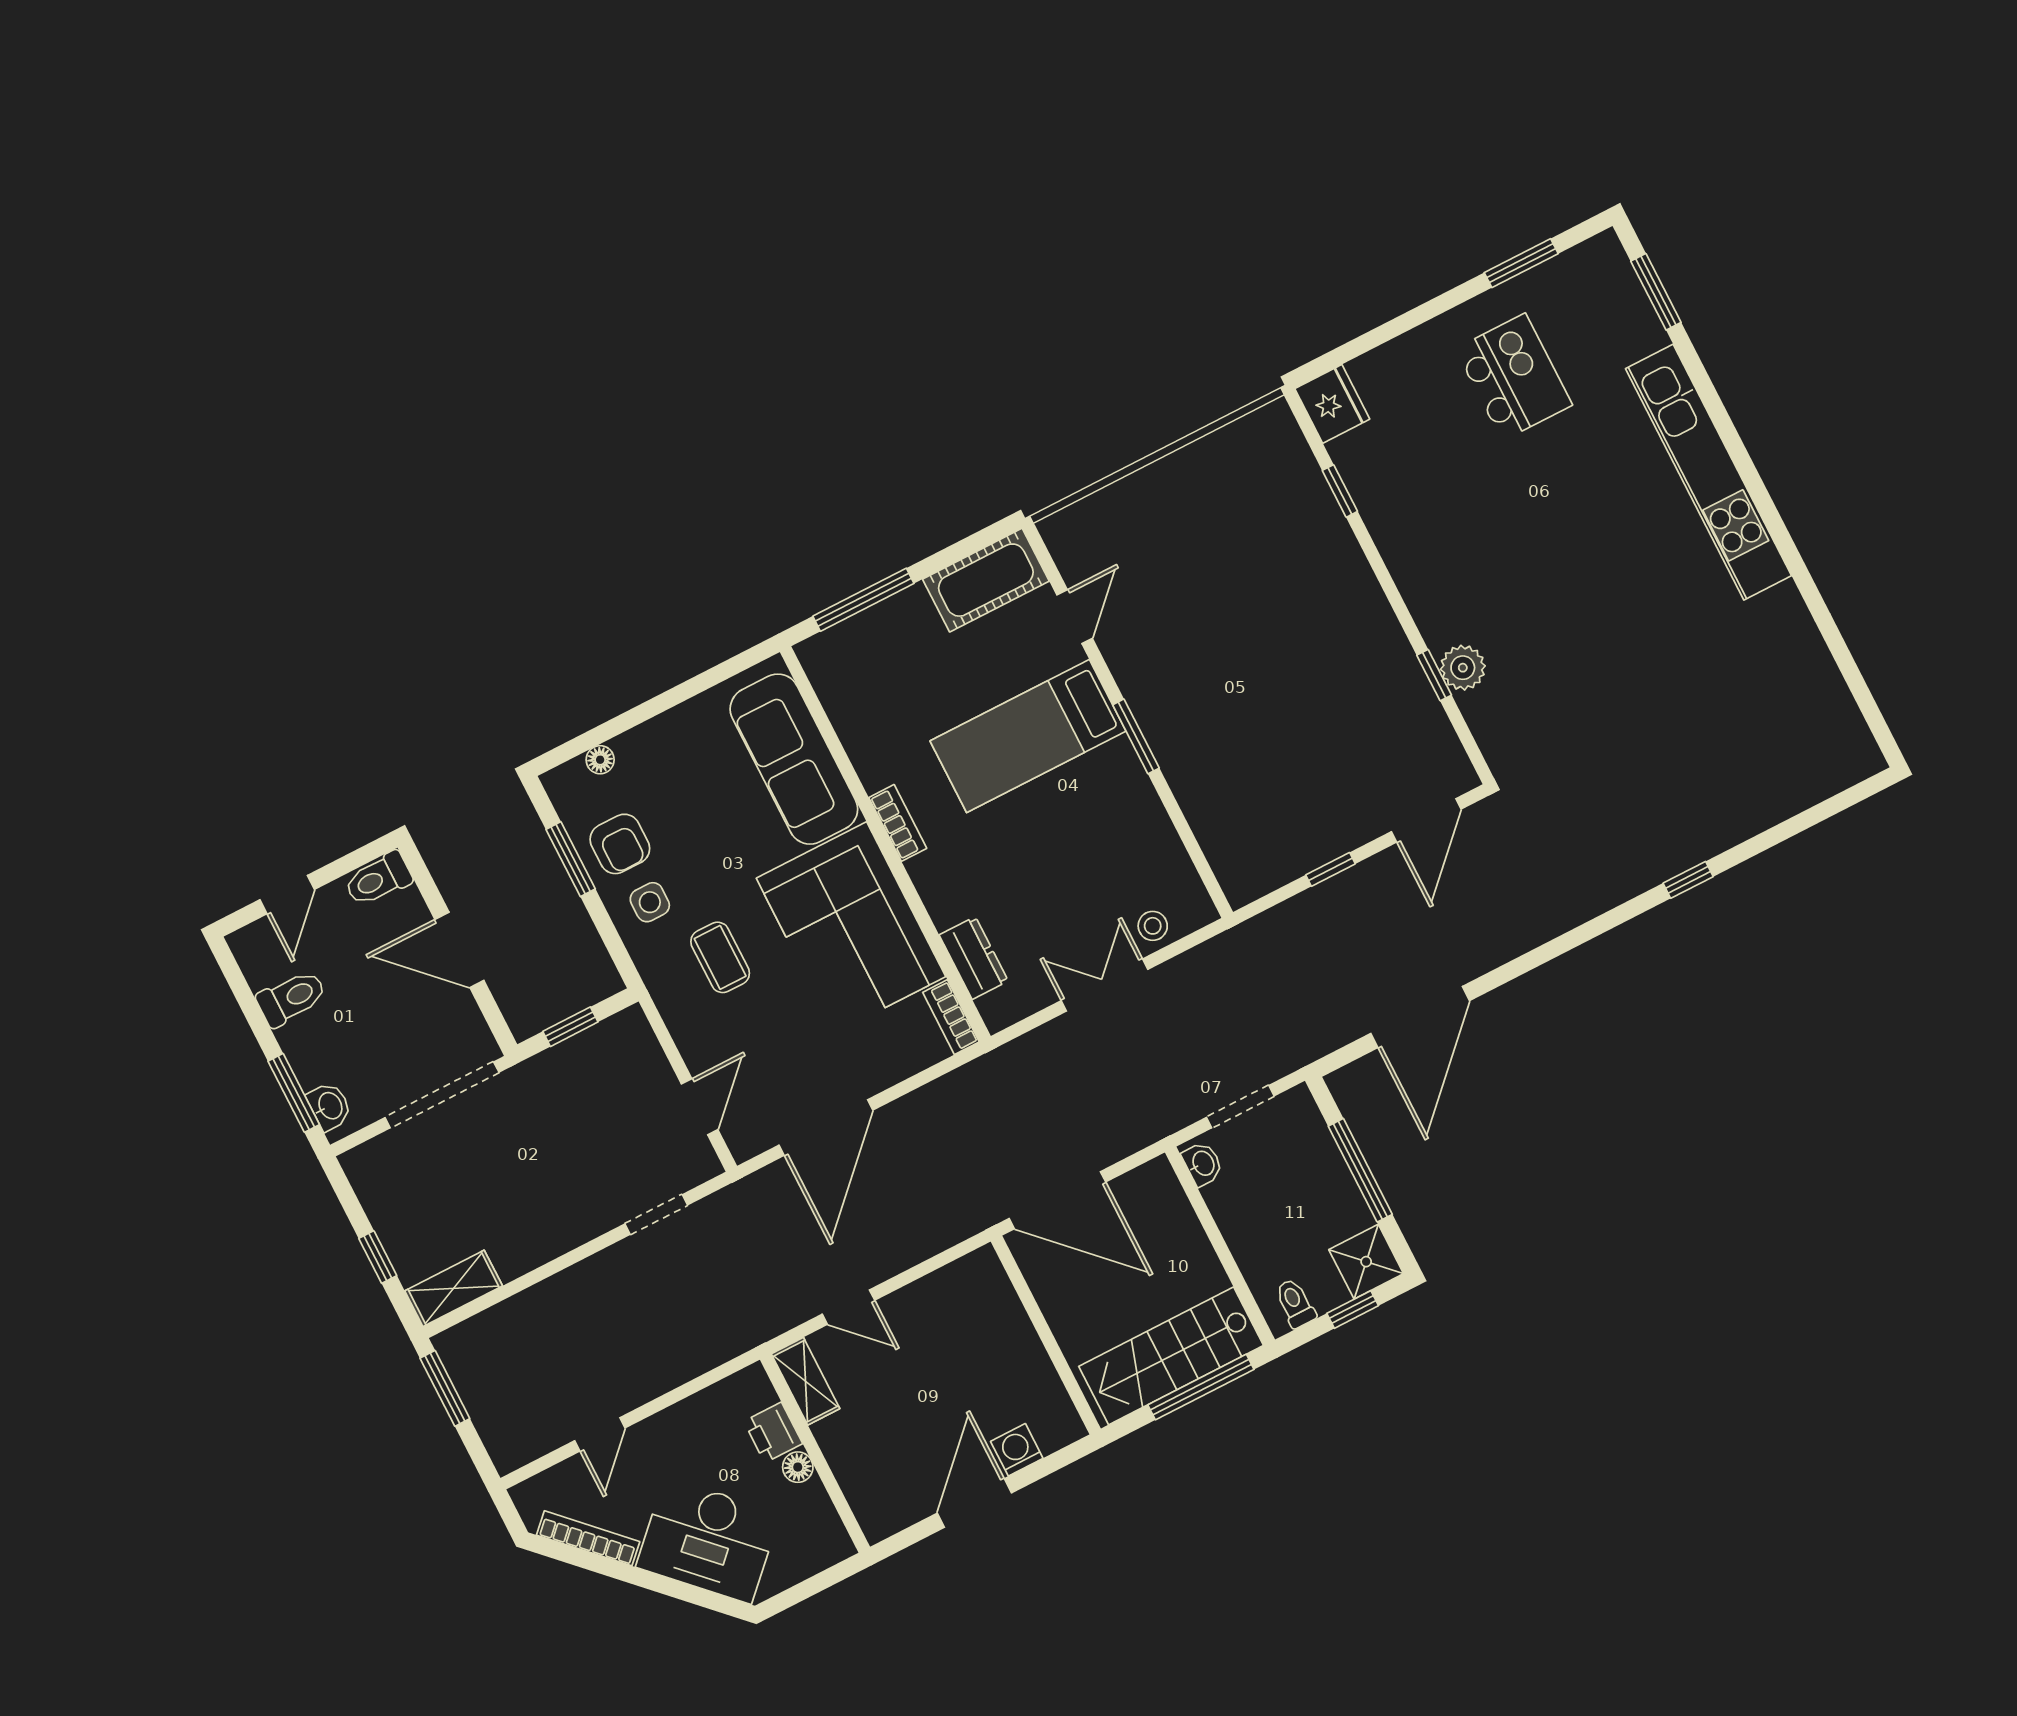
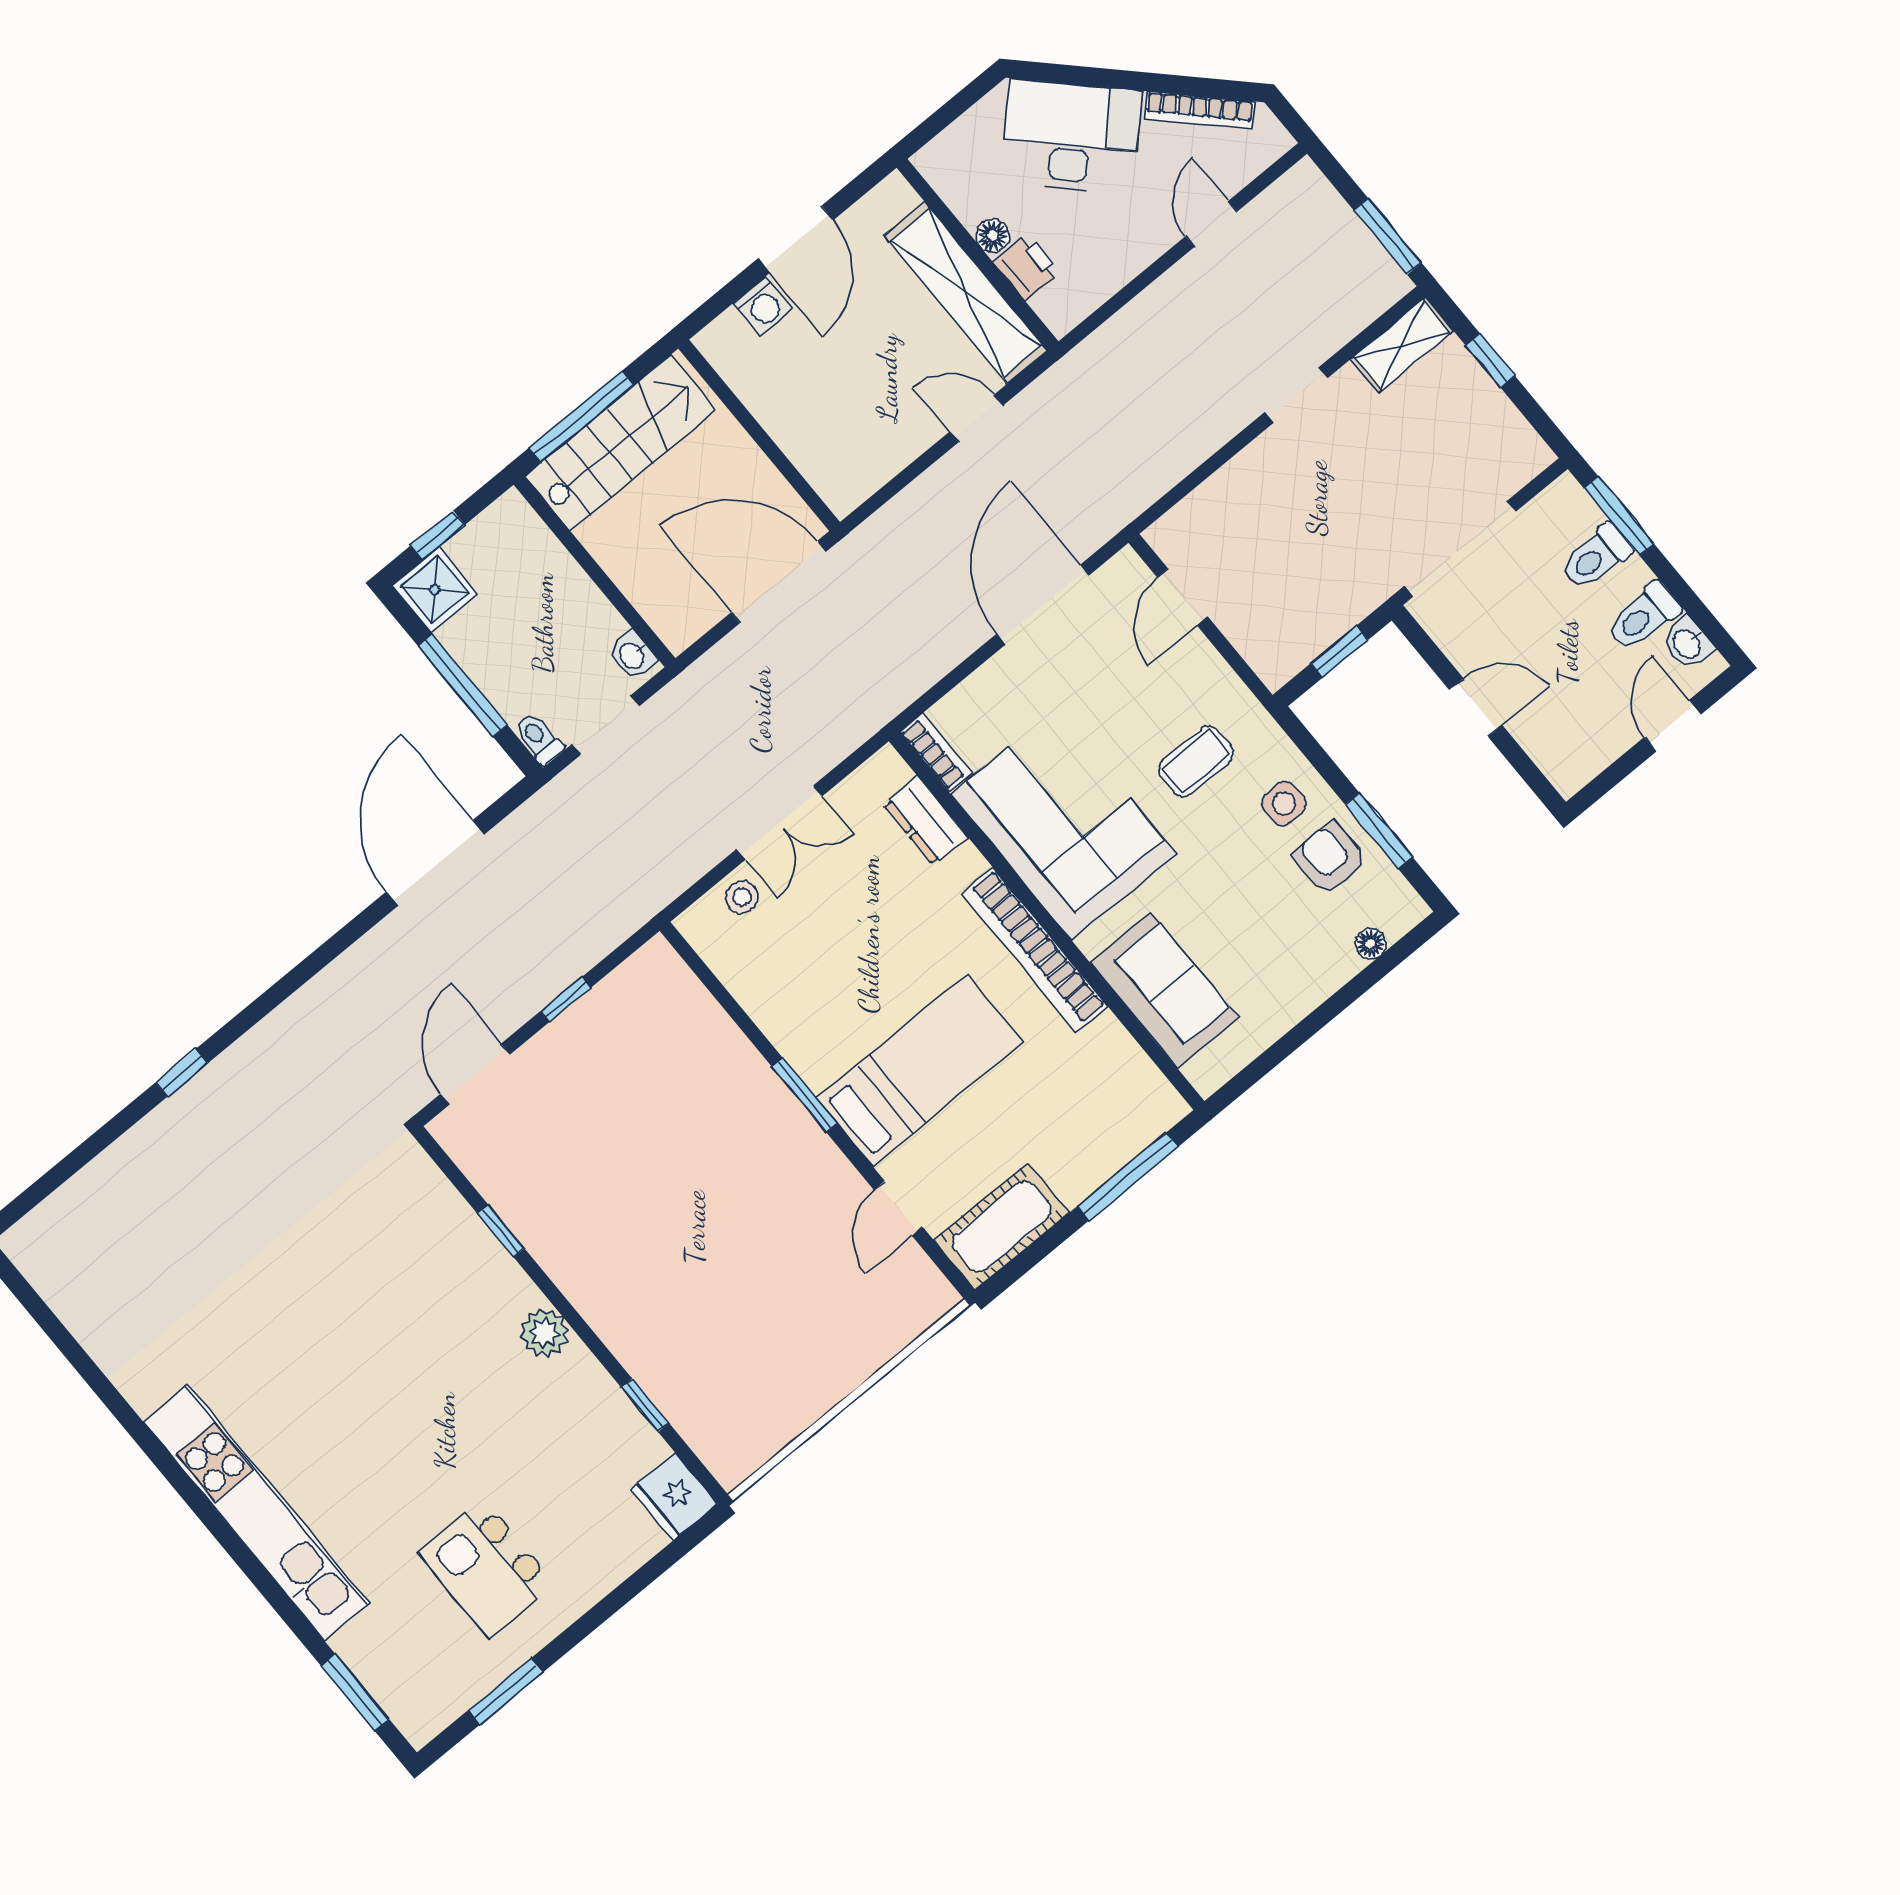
plant: (1463, 668) -> (544, 1333), moved
sofa: (794, 759) -> (1164, 990), width x0.73
bookcase: (898, 823) -> (1034, 950), width x2.31, depth x1.31
toilet: (378, 879) -> (1596, 557), moved, turned 180
door: (459, 950) -> (1476, 707), width x0.73
coffee table: (720, 957) -> (1196, 761), turned 90
washbasin: (329, 1106) -> (1688, 643), moved
doorway: (656, 1214) -> (1296, 395), moved
toilet: (1295, 1303) -> (539, 738), moved, turned 180
shelving: (806, 1381) -> (966, 293), width x2.20, depth x1.33

